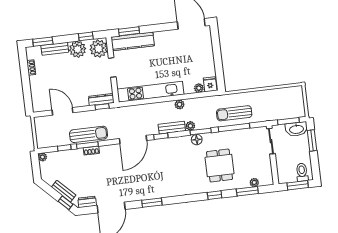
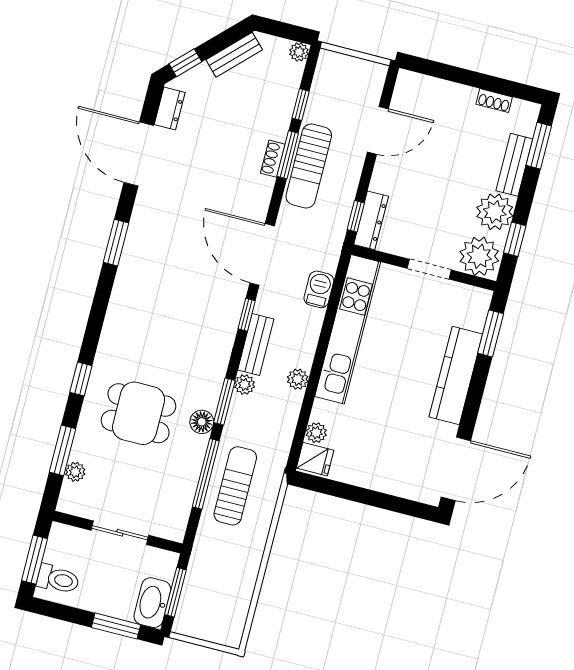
kitchen counter: (133, 41) -> (456, 375), moved
barbecue: (139, 110) -> (319, 289), added
floor lamp: (197, 140) -> (202, 422), moved
sliding door: (271, 141) -> (120, 533), moved
bench: (64, 191) -> (234, 55), moved

